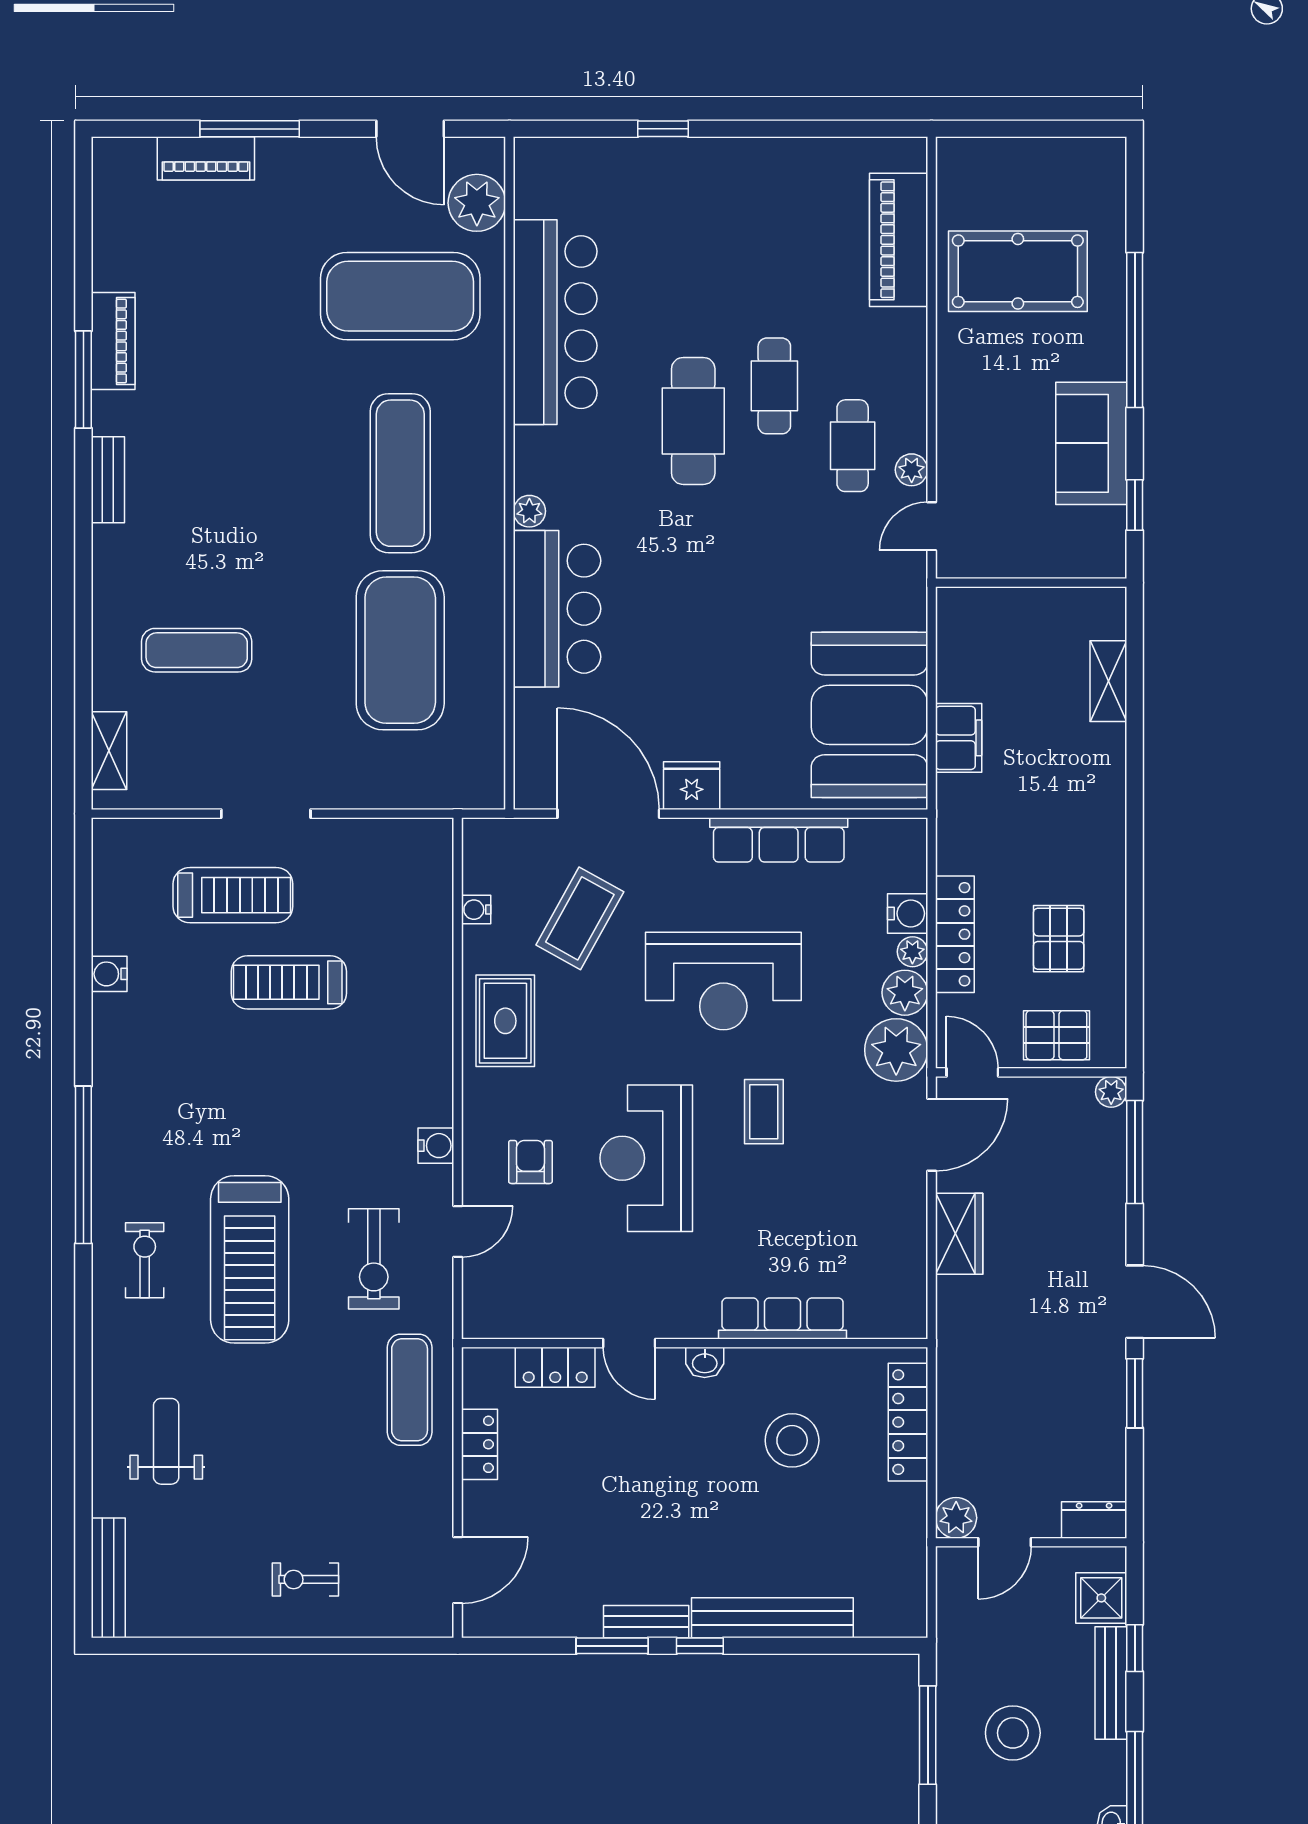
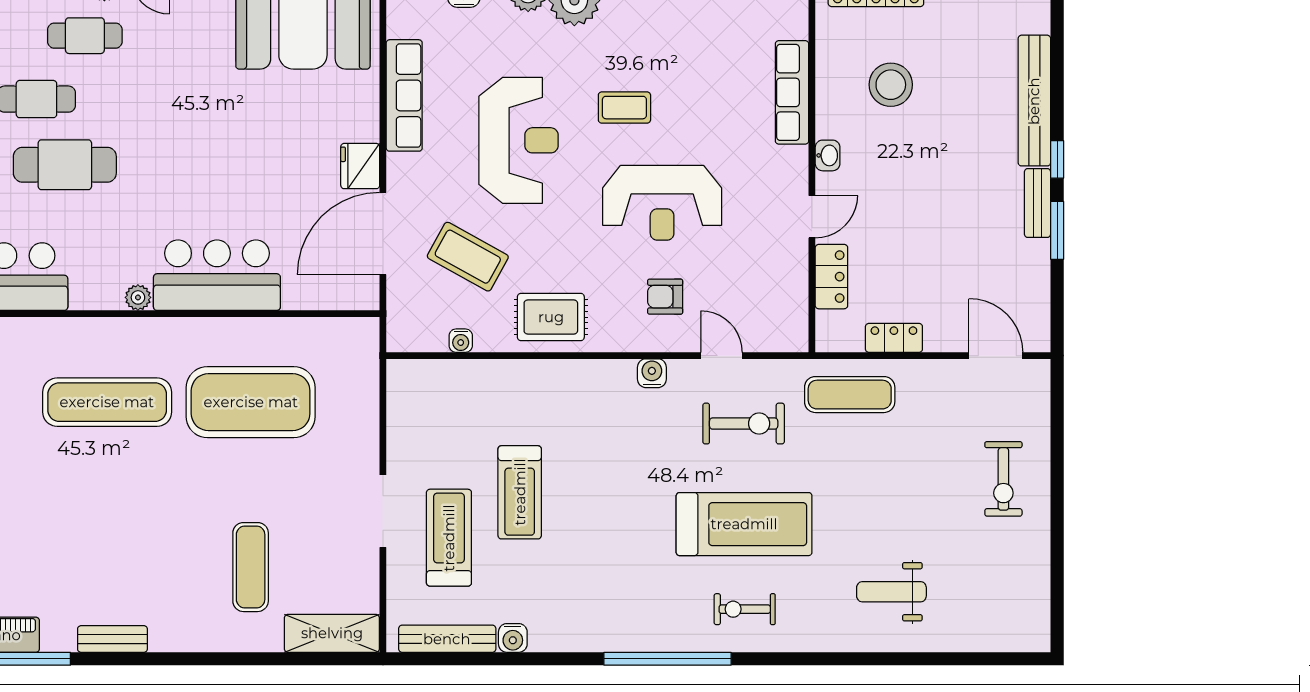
shelving: (109, 751) -> (332, 633), width x1.50, depth x1.33
bench: (108, 1578) -> (447, 639), moved
exercise bike: (305, 1579) -> (1003, 479), width x1.38, depth x1.39

